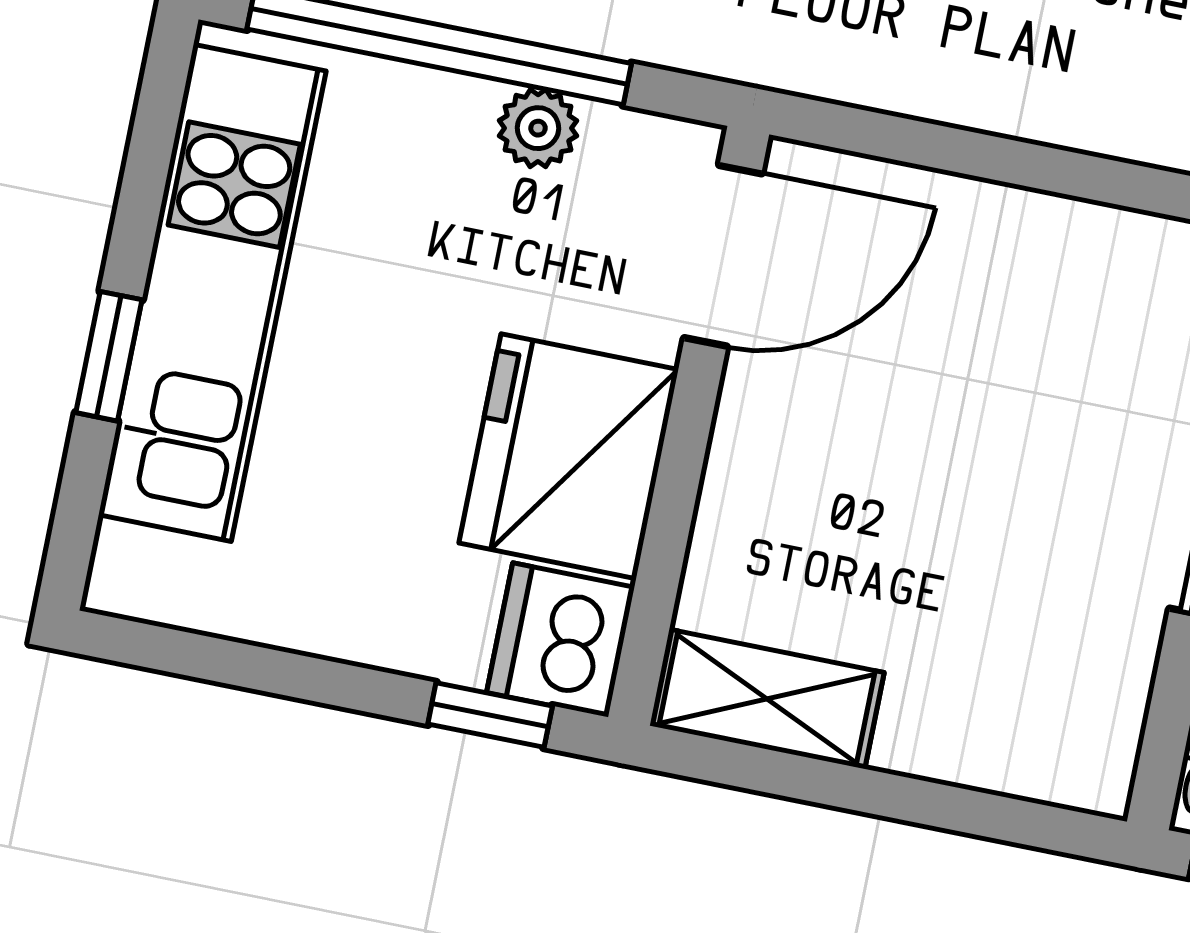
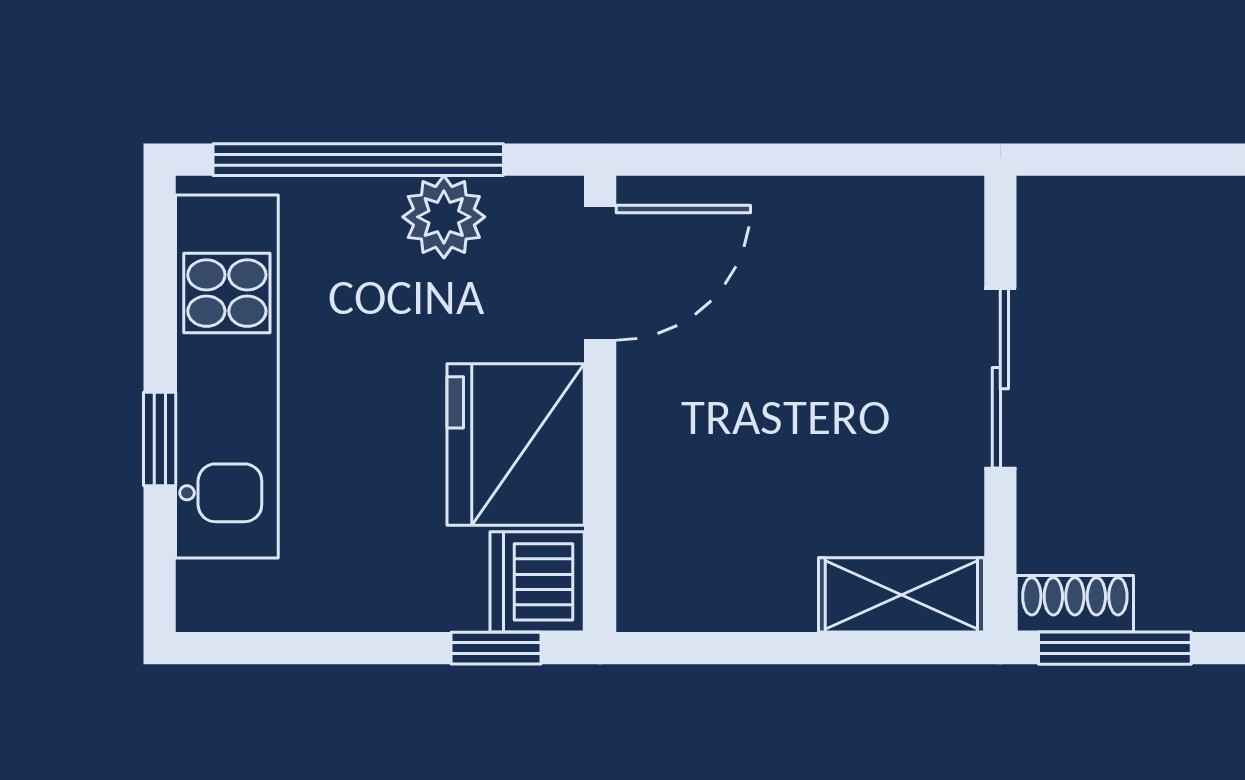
plant: (538, 128) -> (444, 217), width x1.38, depth x1.38
shelving: (767, 699) -> (901, 595), moved

